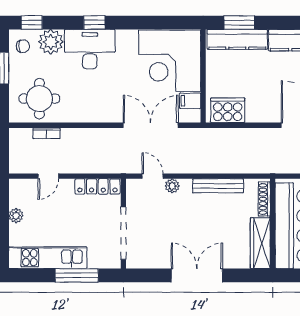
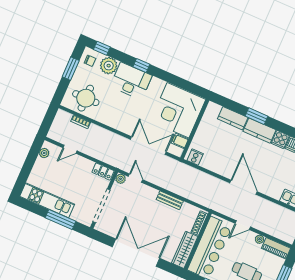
window: (239, 23) -> (257, 116), moved
kitchen counter: (237, 39) -> (233, 118), width x0.67
cooker: (228, 110) -> (195, 157), width x0.53, depth x0.76
locker: (97, 186) -> (103, 172), width x0.66
plant: (172, 186) -> (121, 179), moved
bench: (218, 186) -> (170, 200), width x0.73
plant: (16, 216) -> (44, 153), moved
double door: (197, 275) -> (136, 253), width x1.36

